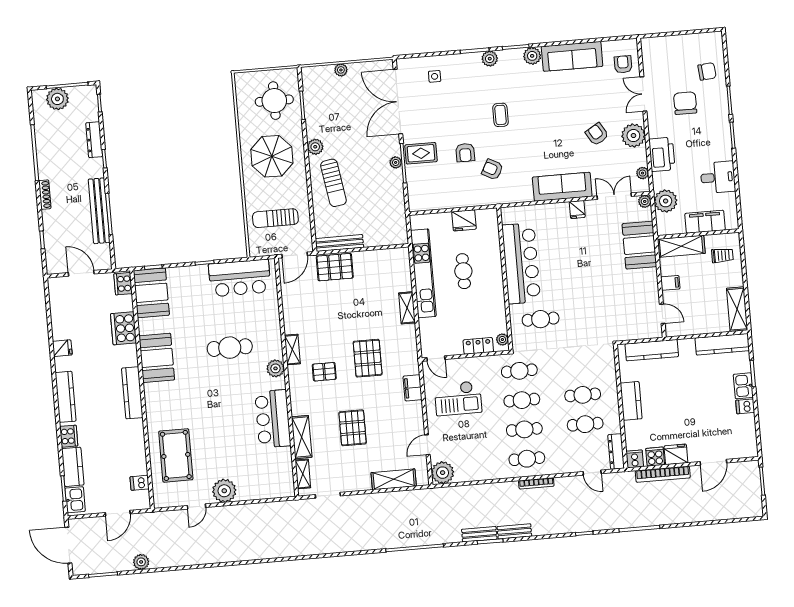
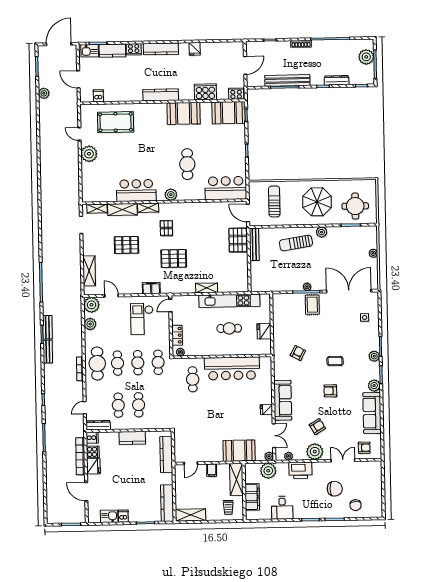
armchair: (465, 153) -> (330, 391), moved
bar counter: (240, 278) -> (226, 188), moved, turned 90
shelving: (292, 350) -> (148, 208), moved
kitchen sink: (743, 386) -> (109, 516), moved
cafe table: (527, 459) -> (97, 363), width x1.37, depth x1.35
plant: (470, 473) -> (90, 324), added

